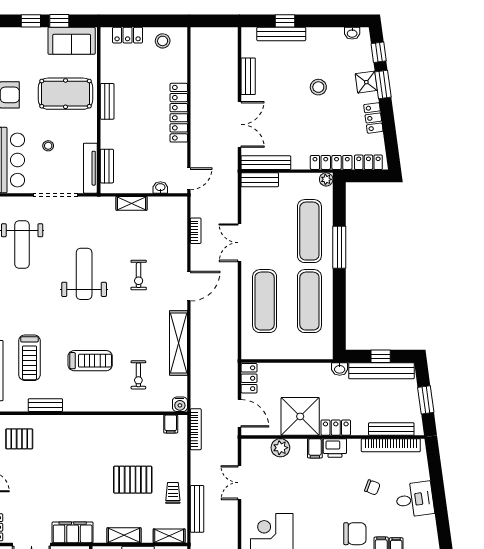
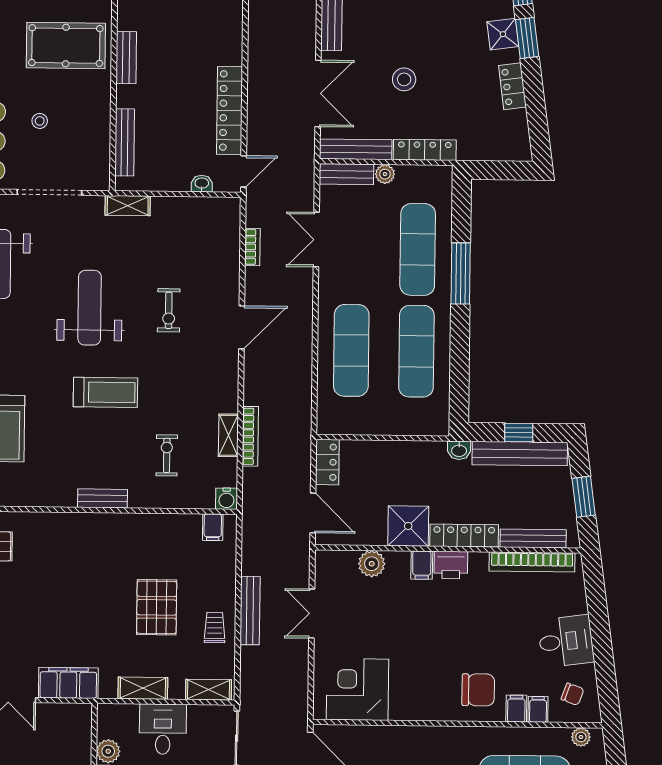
stool: (318, 87) -> (404, 79), moved
locker: (179, 113) -> (230, 111), moved
locker: (331, 162) -> (425, 150), moved
locker: (368, 162) -> (505, 151), removed
bench: (107, 166) -> (125, 142), width x1.36
tv unit: (90, 168) -> (101, 154), removed
plant: (326, 179) -> (385, 174), moved
shelving: (132, 203) -> (128, 206), moved
double door: (240, 243) -> (316, 240), moved
shelving: (178, 343) -> (228, 435), width x0.45, depth x0.75
treadmill: (90, 361) -> (105, 392), moved
exercise bike: (138, 375) -> (167, 455), turned 180
bench: (45, 405) -> (102, 498), moved
shower: (300, 416) -> (408, 526), width x0.73, depth x0.73
locker: (336, 428) -> (464, 536), width x1.53
bookcase: (196, 429) -> (250, 436), moved
pallet: (133, 480) -> (157, 607), turned 90
chair: (372, 487) -> (572, 694), moved
bench: (197, 509) -> (250, 611), moved

